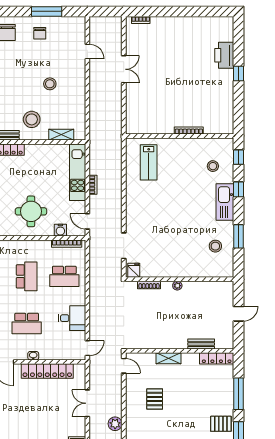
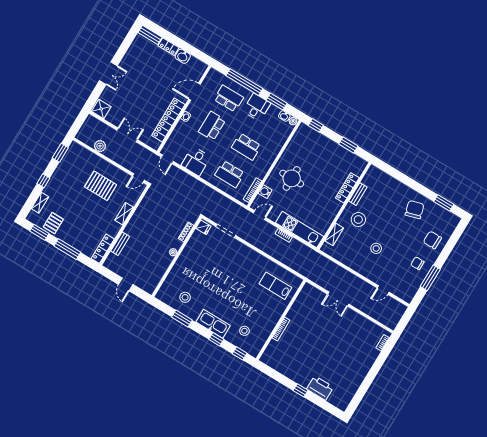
double door: (124, 69) -> (338, 299), moved
school desk: (64, 276) -> (230, 174), turned -90
pallet: (155, 399) -> (101, 186), width x1.50, depth x1.42

